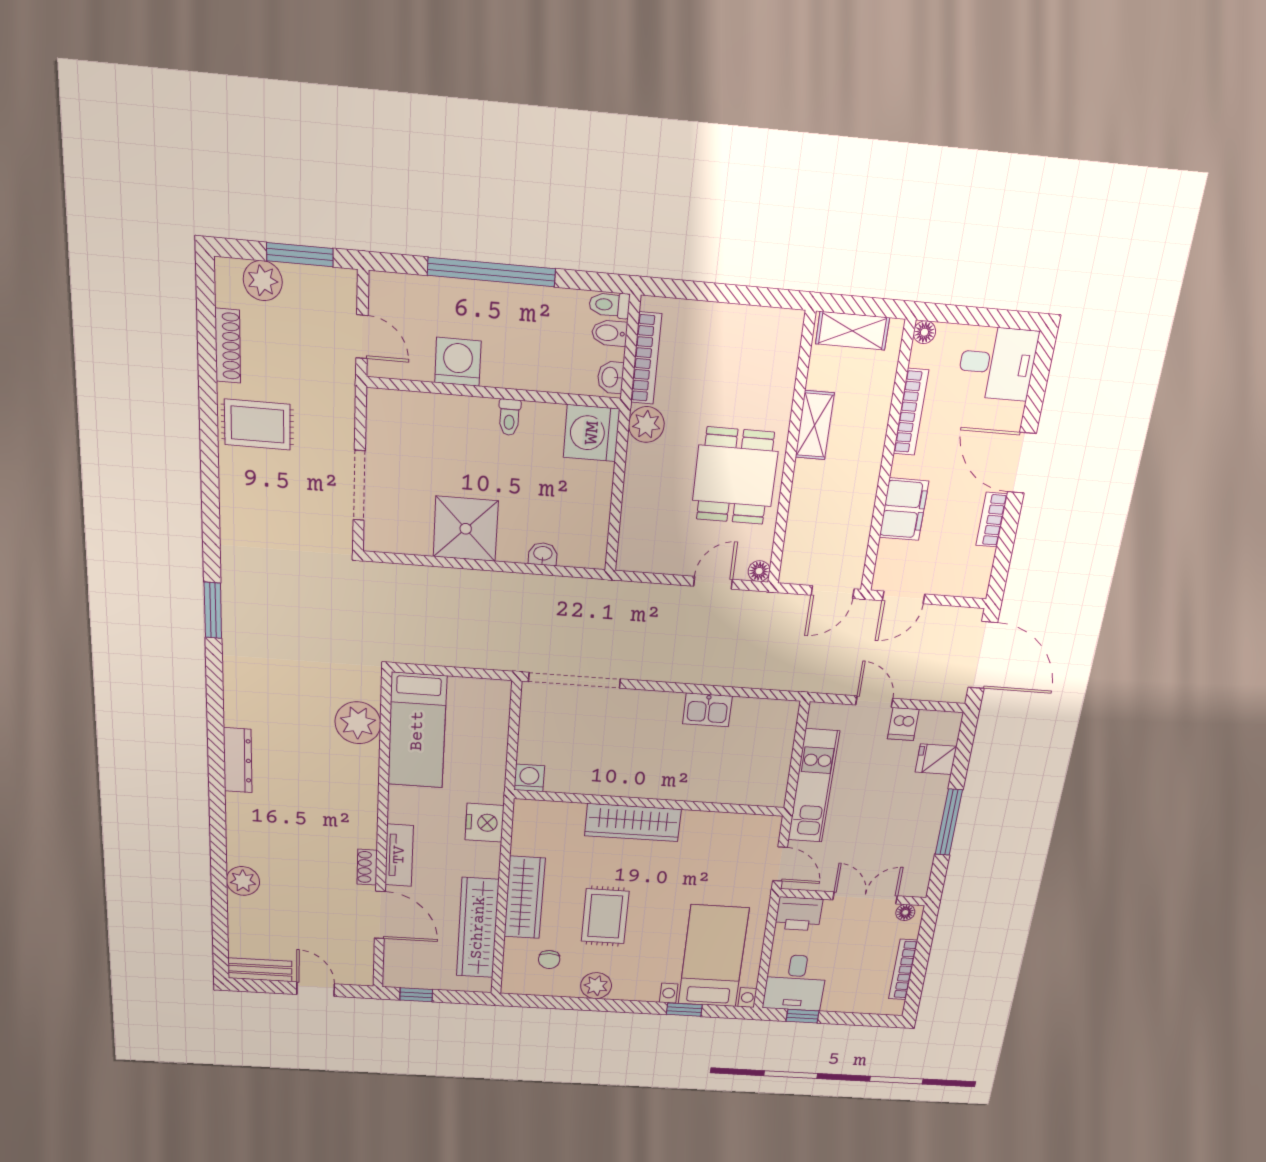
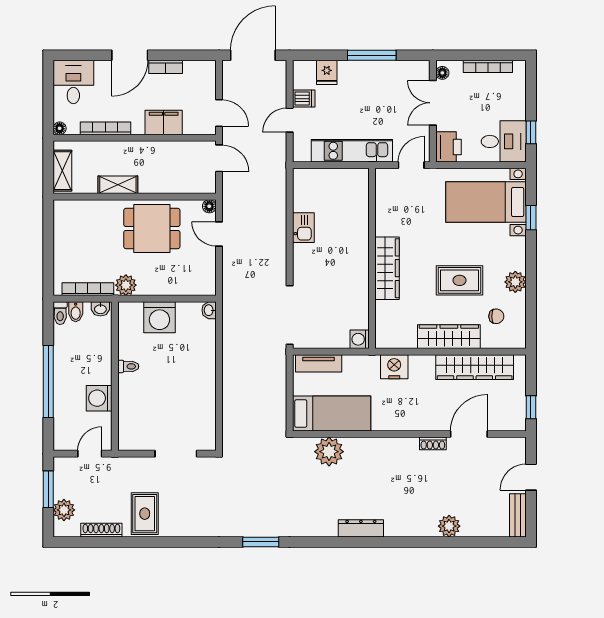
washing machine: (592, 433) -> (159, 317), moved
shower: (466, 529) -> (197, 389), removed
washbasin: (543, 554) -> (209, 310), moved
tv unit: (399, 855) -> (319, 363), moved, turned 180

